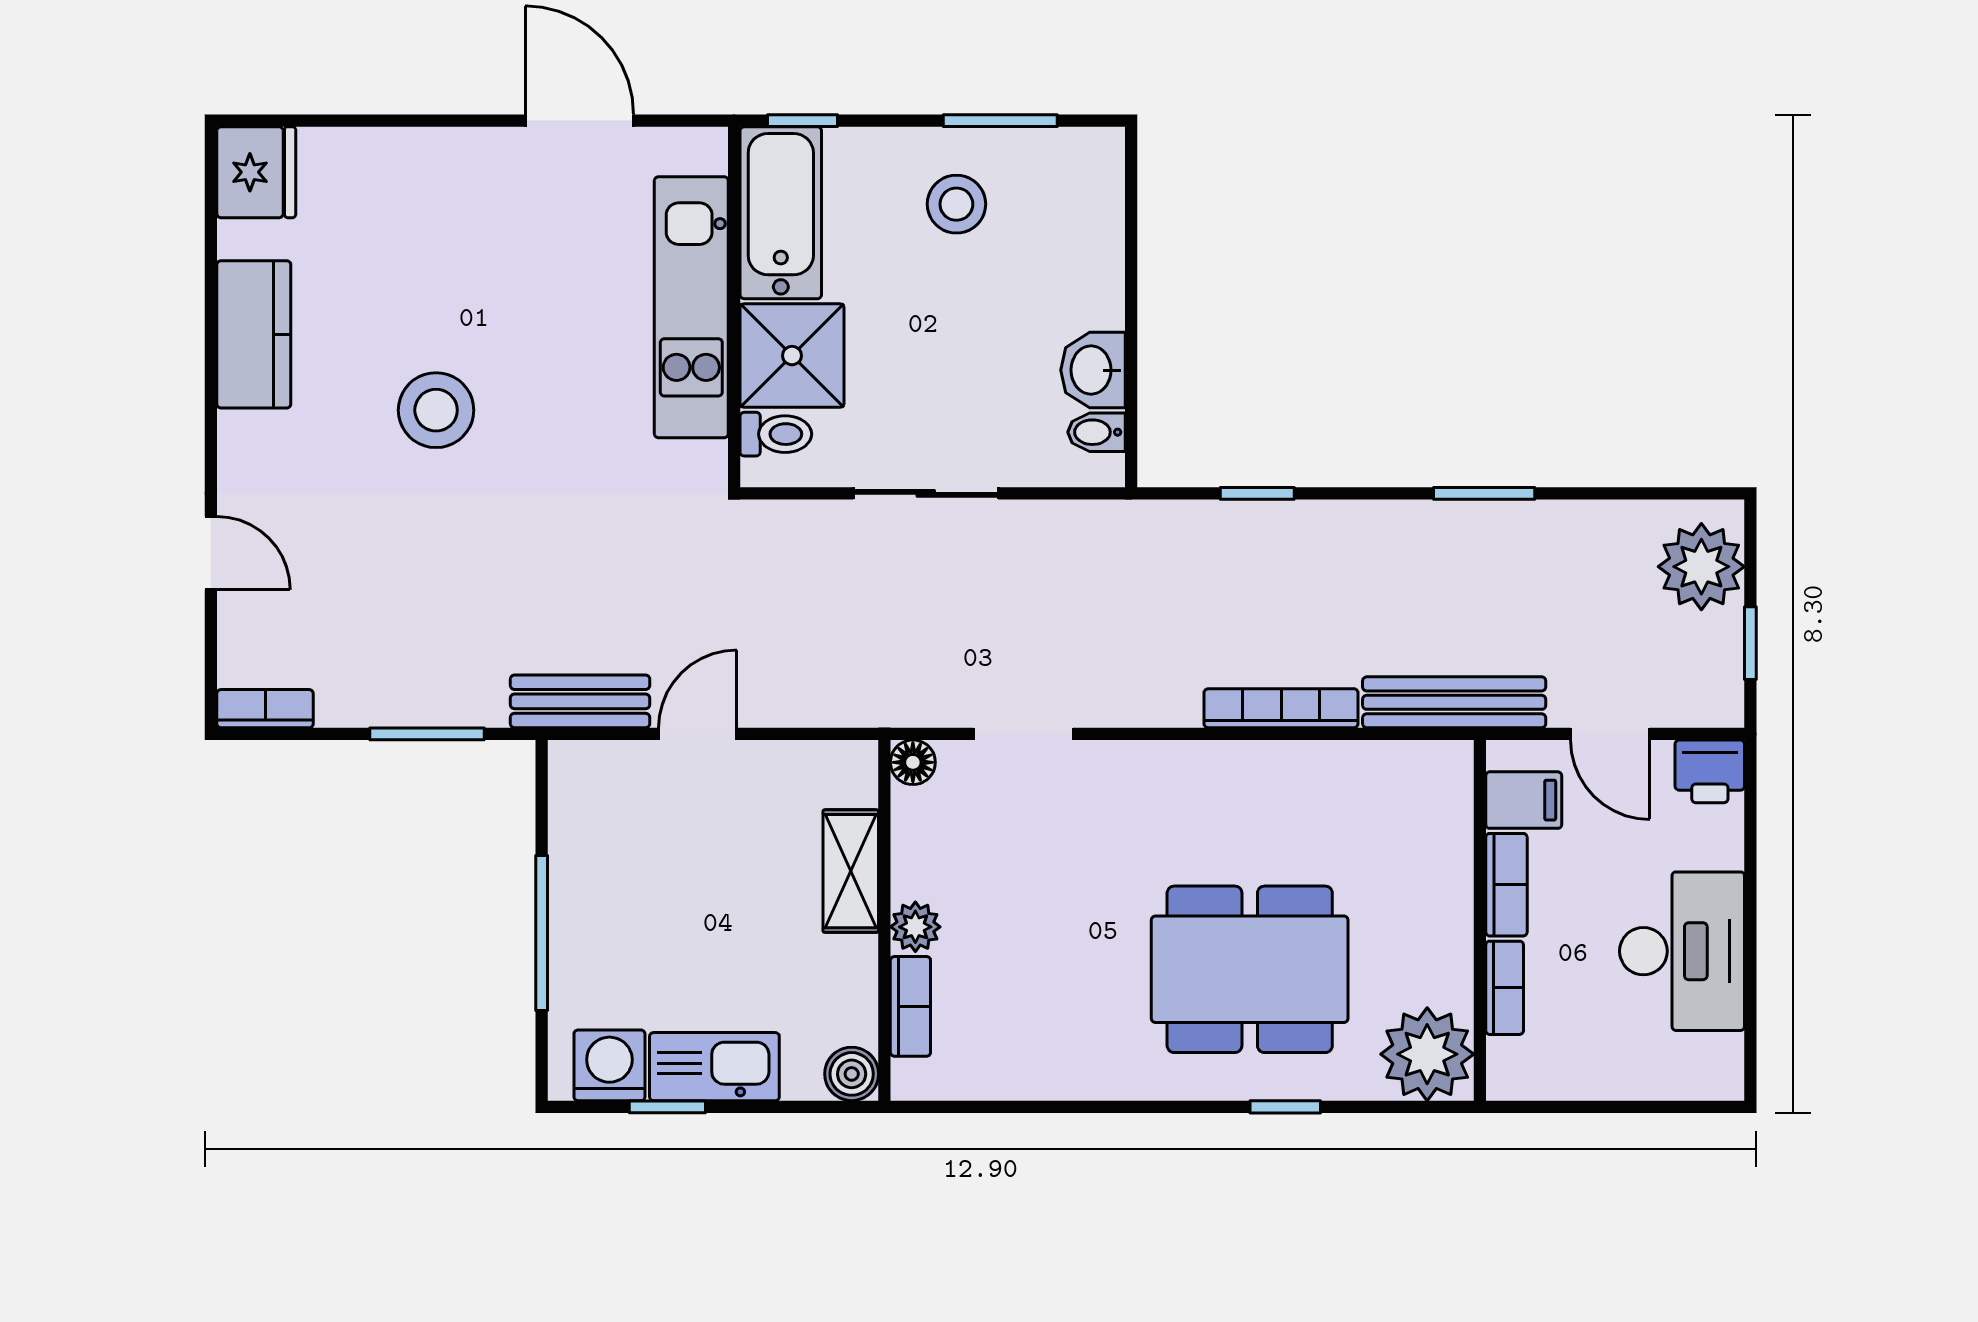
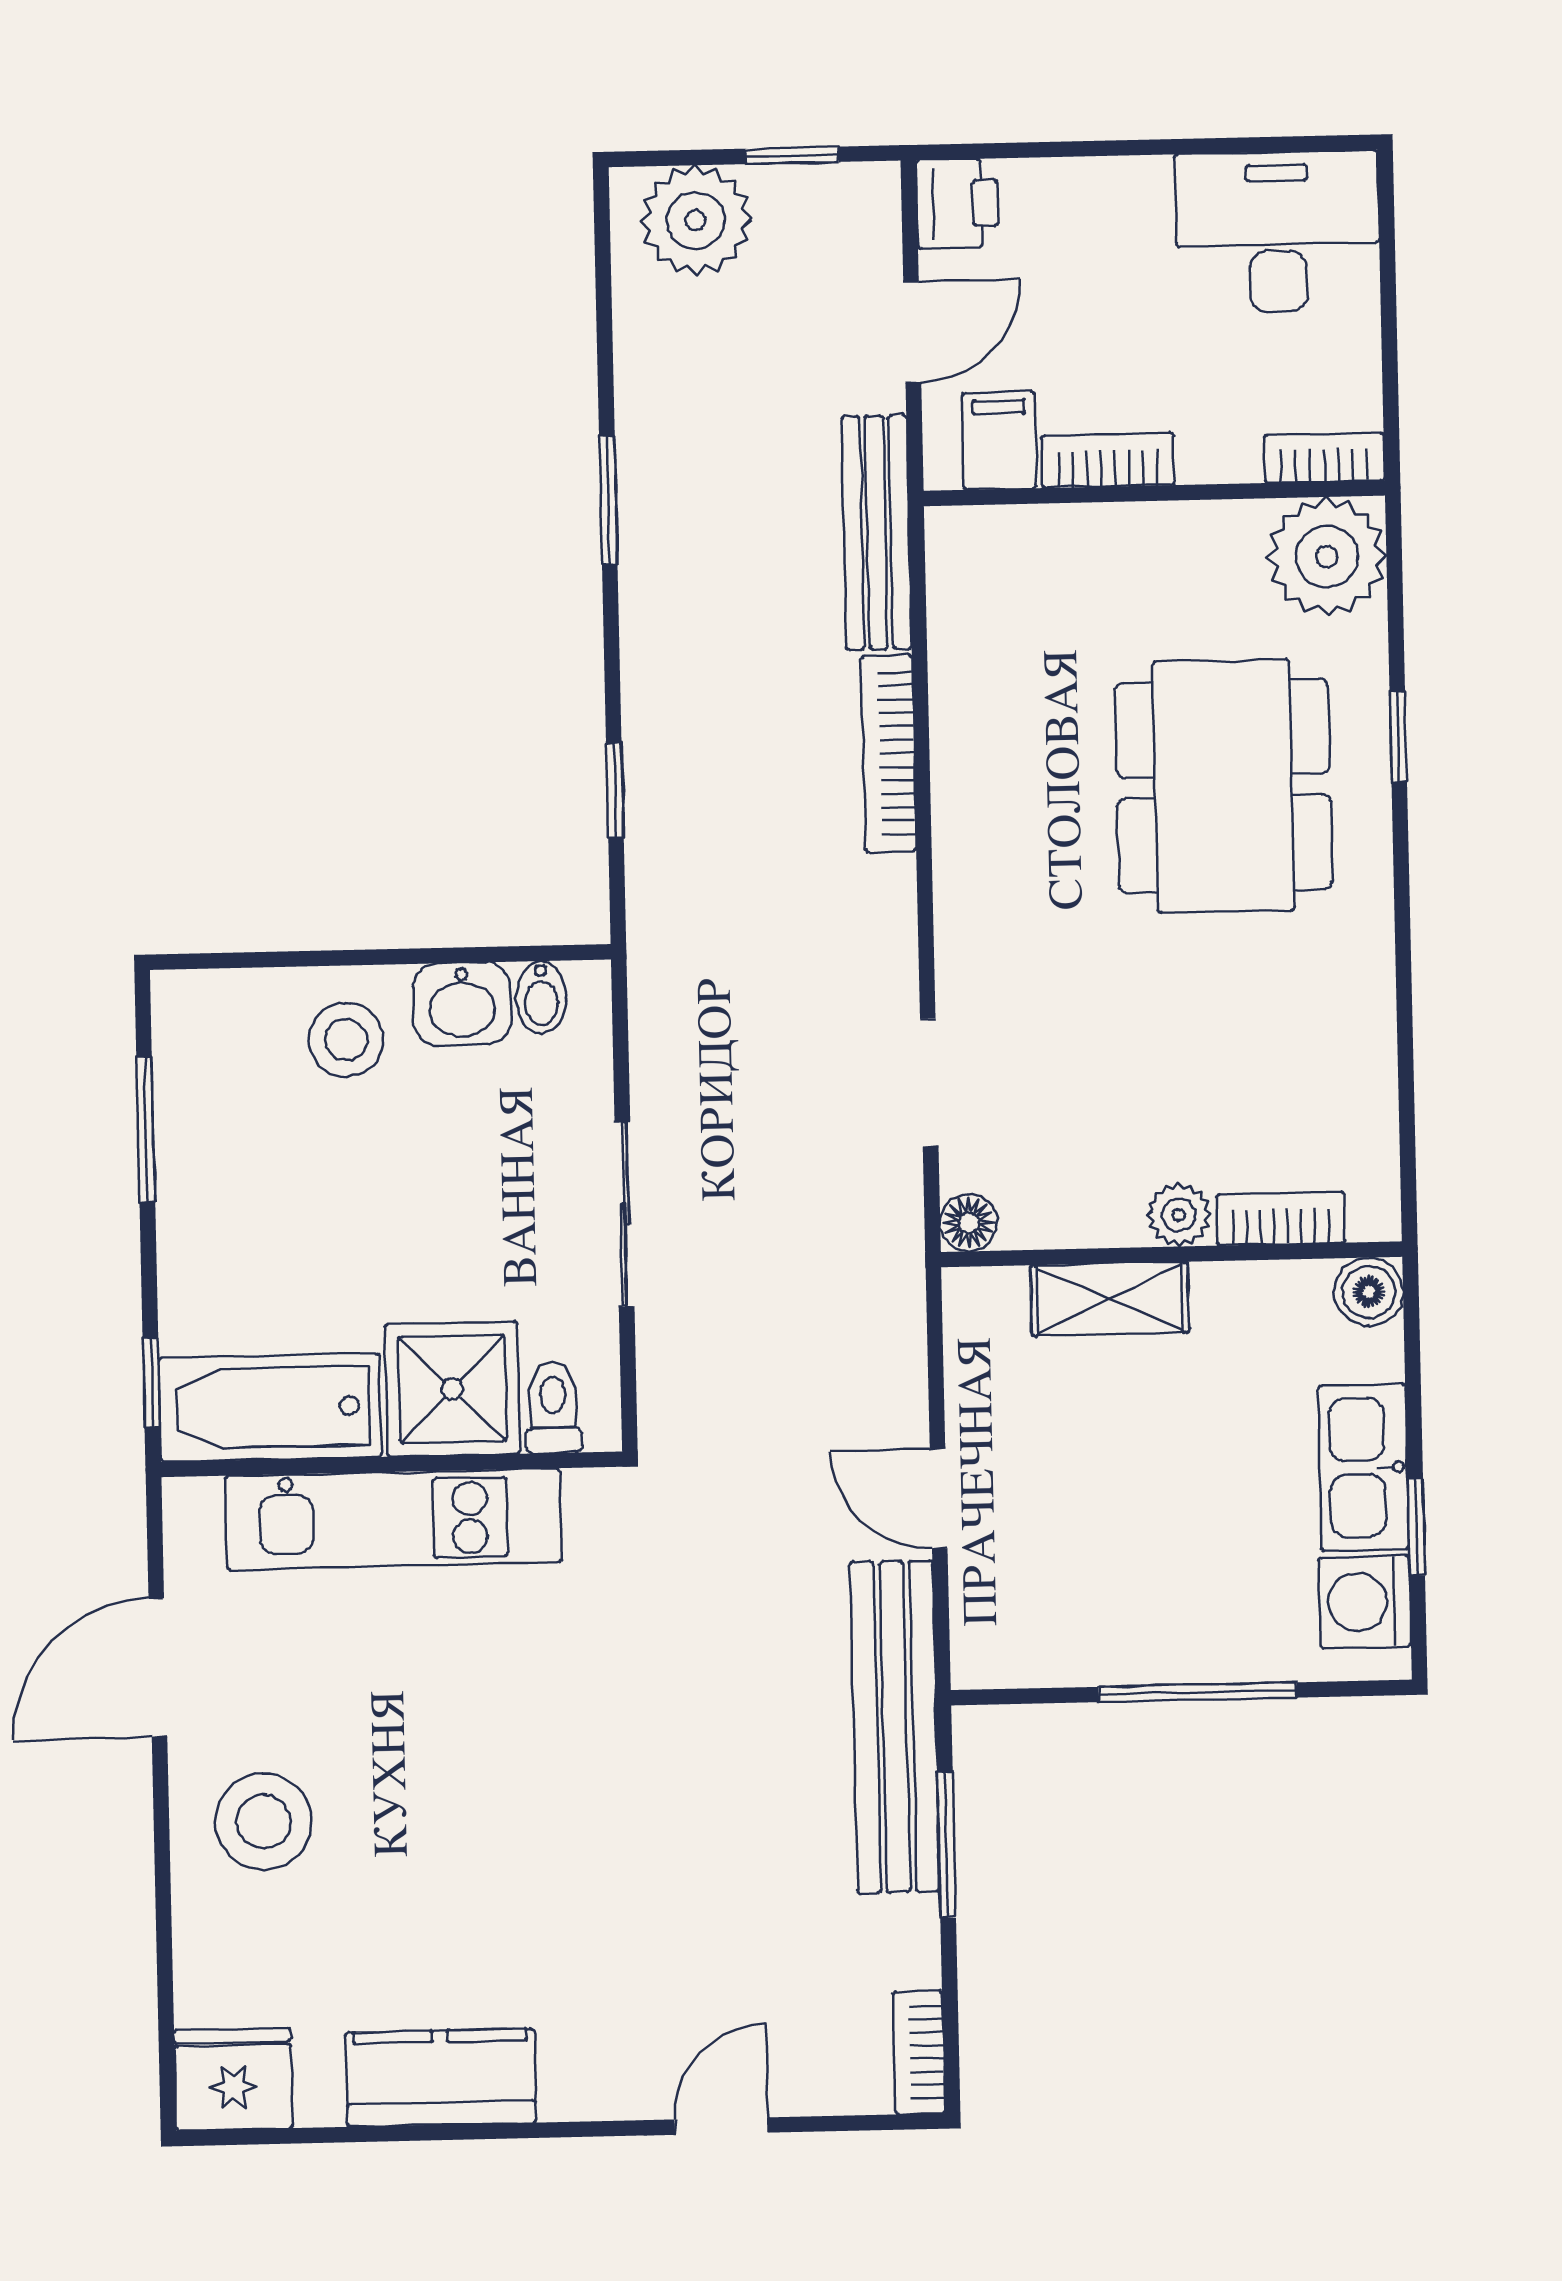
stool: (956, 204) -> (346, 1040), moved
stool: (436, 410) -> (264, 1822), moved
bench: (580, 701) -> (895, 1727), width x1.86, depth x1.21
desk: (1682, 951) -> (1278, 232), moved
bookcase: (1505, 988) -> (1324, 458), moved

